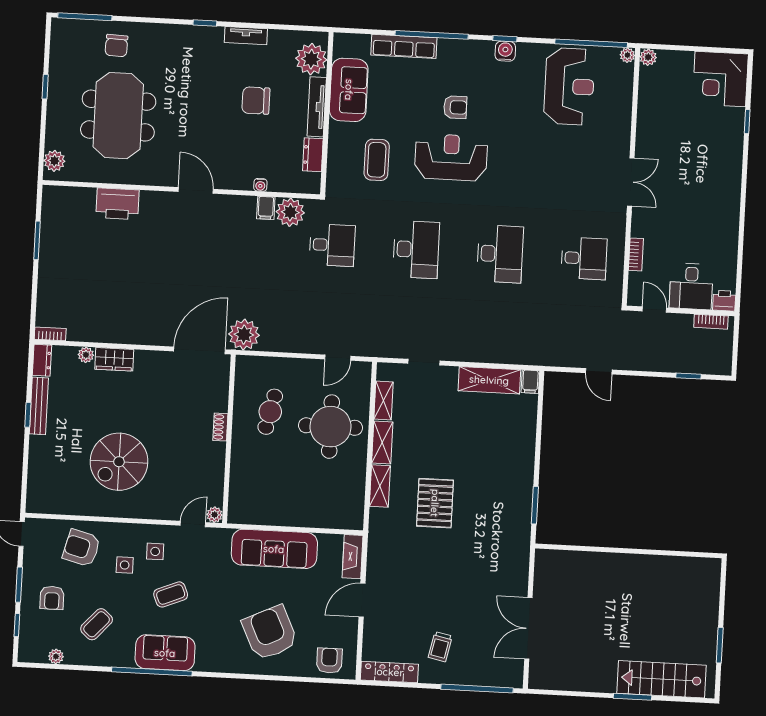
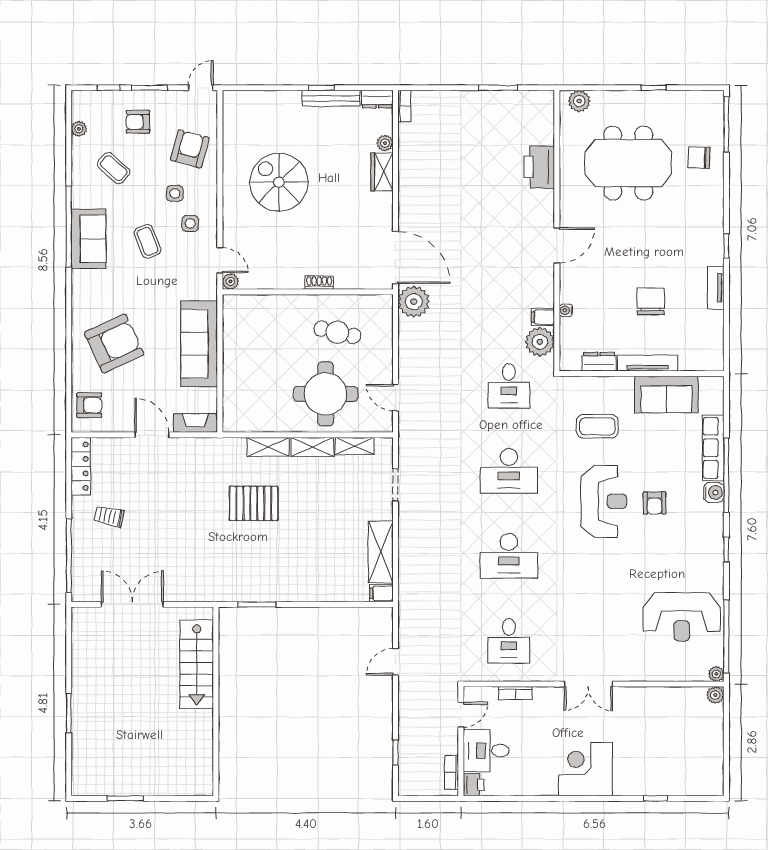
water cooler: (505, 51) -> (714, 492), moved
plant: (311, 59) -> (696, 355), removed
corner desk: (720, 79) -> (586, 769), moved
stairs: (662, 679) -> (197, 664), moved, turned 180

